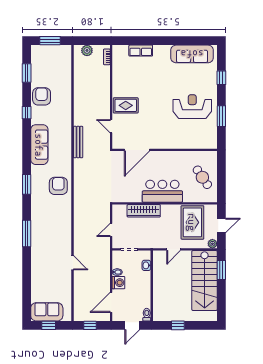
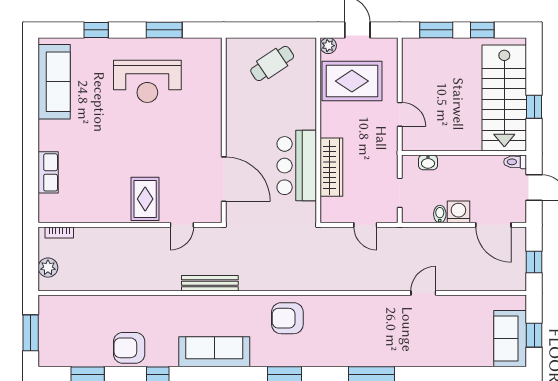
reception desk: (192, 107) -> (147, 81), turned -90
bar counter: (162, 191) -> (297, 166), moved
plant: (212, 244) -> (328, 46), moved
stairs: (205, 281) -> (504, 98), moved, turned 90
window: (221, 296) -> (482, 30), added

